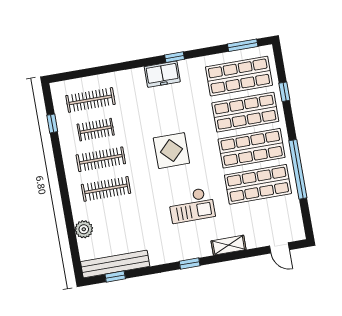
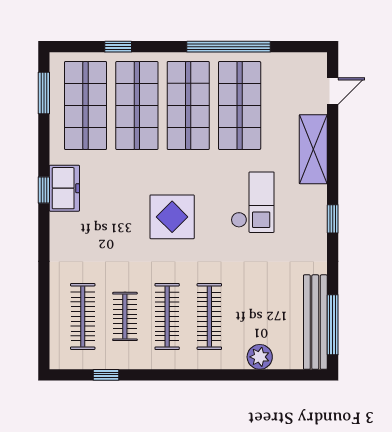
freezer: (162, 74) -> (64, 188), moved
shelving: (229, 245) -> (313, 149), width x1.50, depth x1.33
window: (115, 277) -> (333, 325), width x2.17

